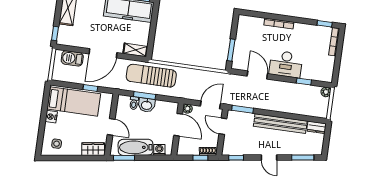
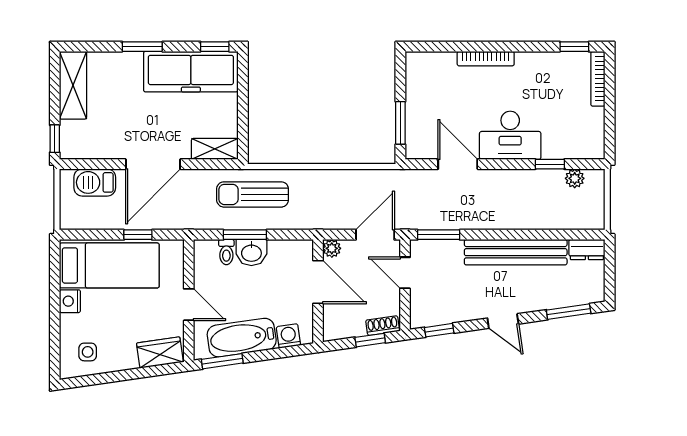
sun lounger: (151, 76) -> (253, 194), width x0.73, depth x0.75
plant: (326, 92) -> (575, 178), moved

